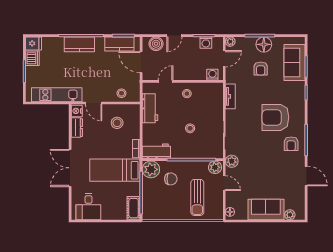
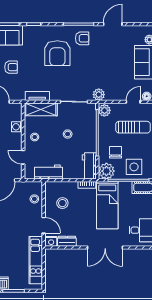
washing machine: (212, 75) -> (17, 127), moved
shelving: (216, 100) -> (41, 109), added
door: (94, 103) -> (44, 225), hinge flipped
door: (224, 183) -> (133, 102), moved
side table: (155, 198) -> (134, 167), added

